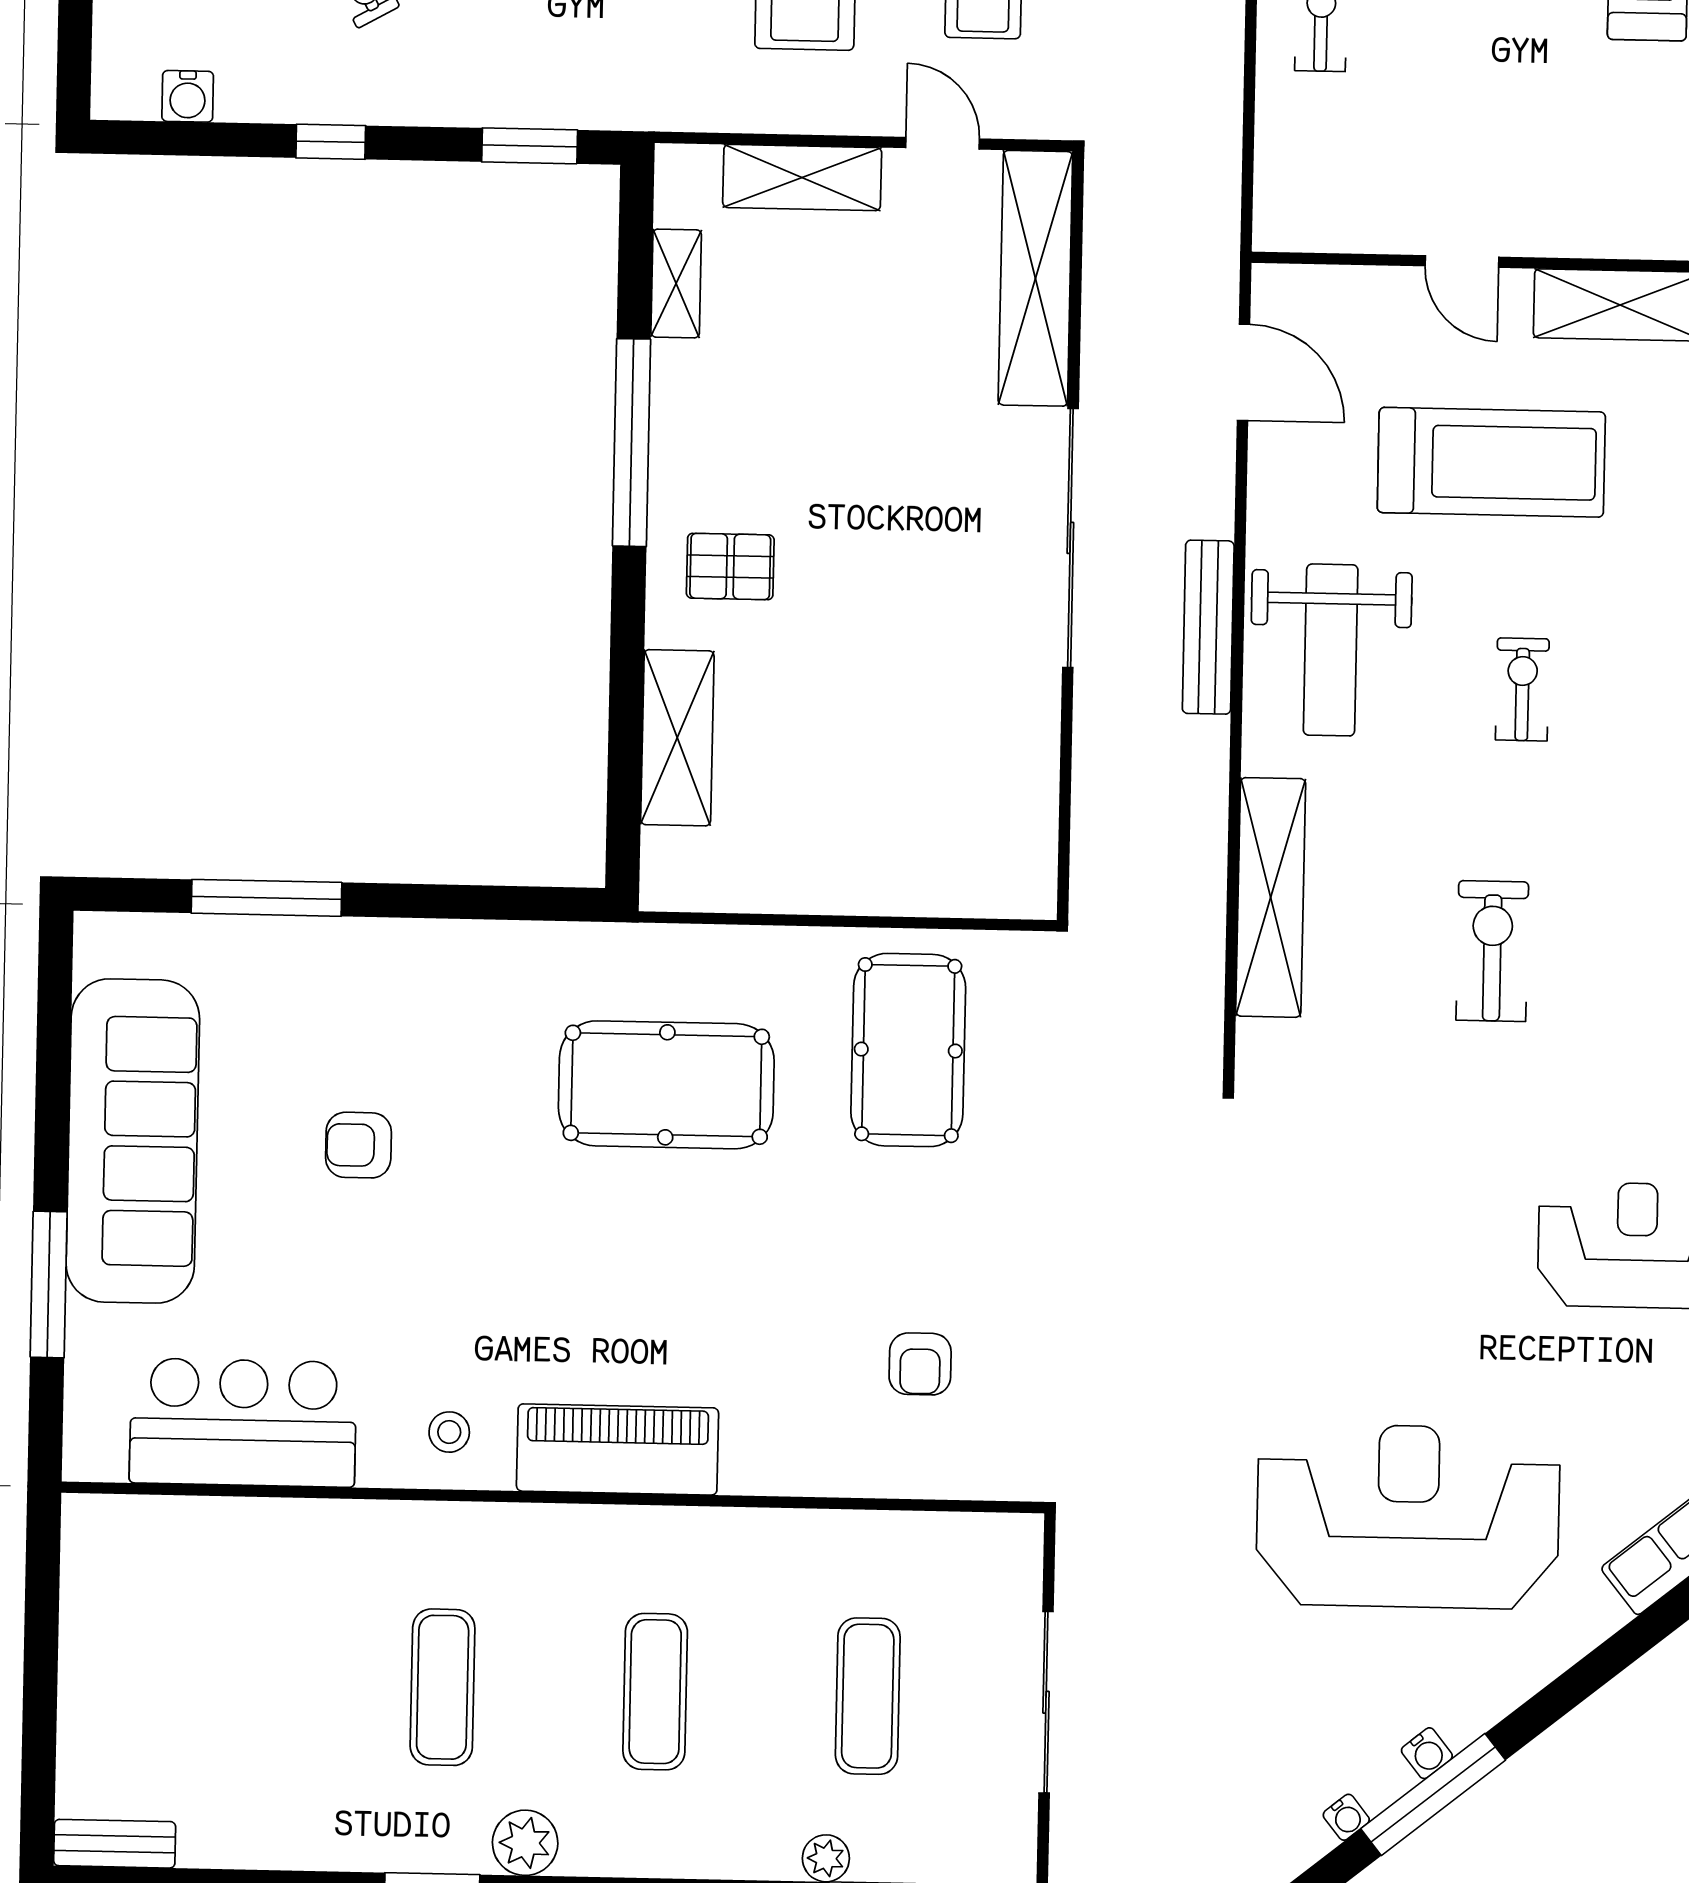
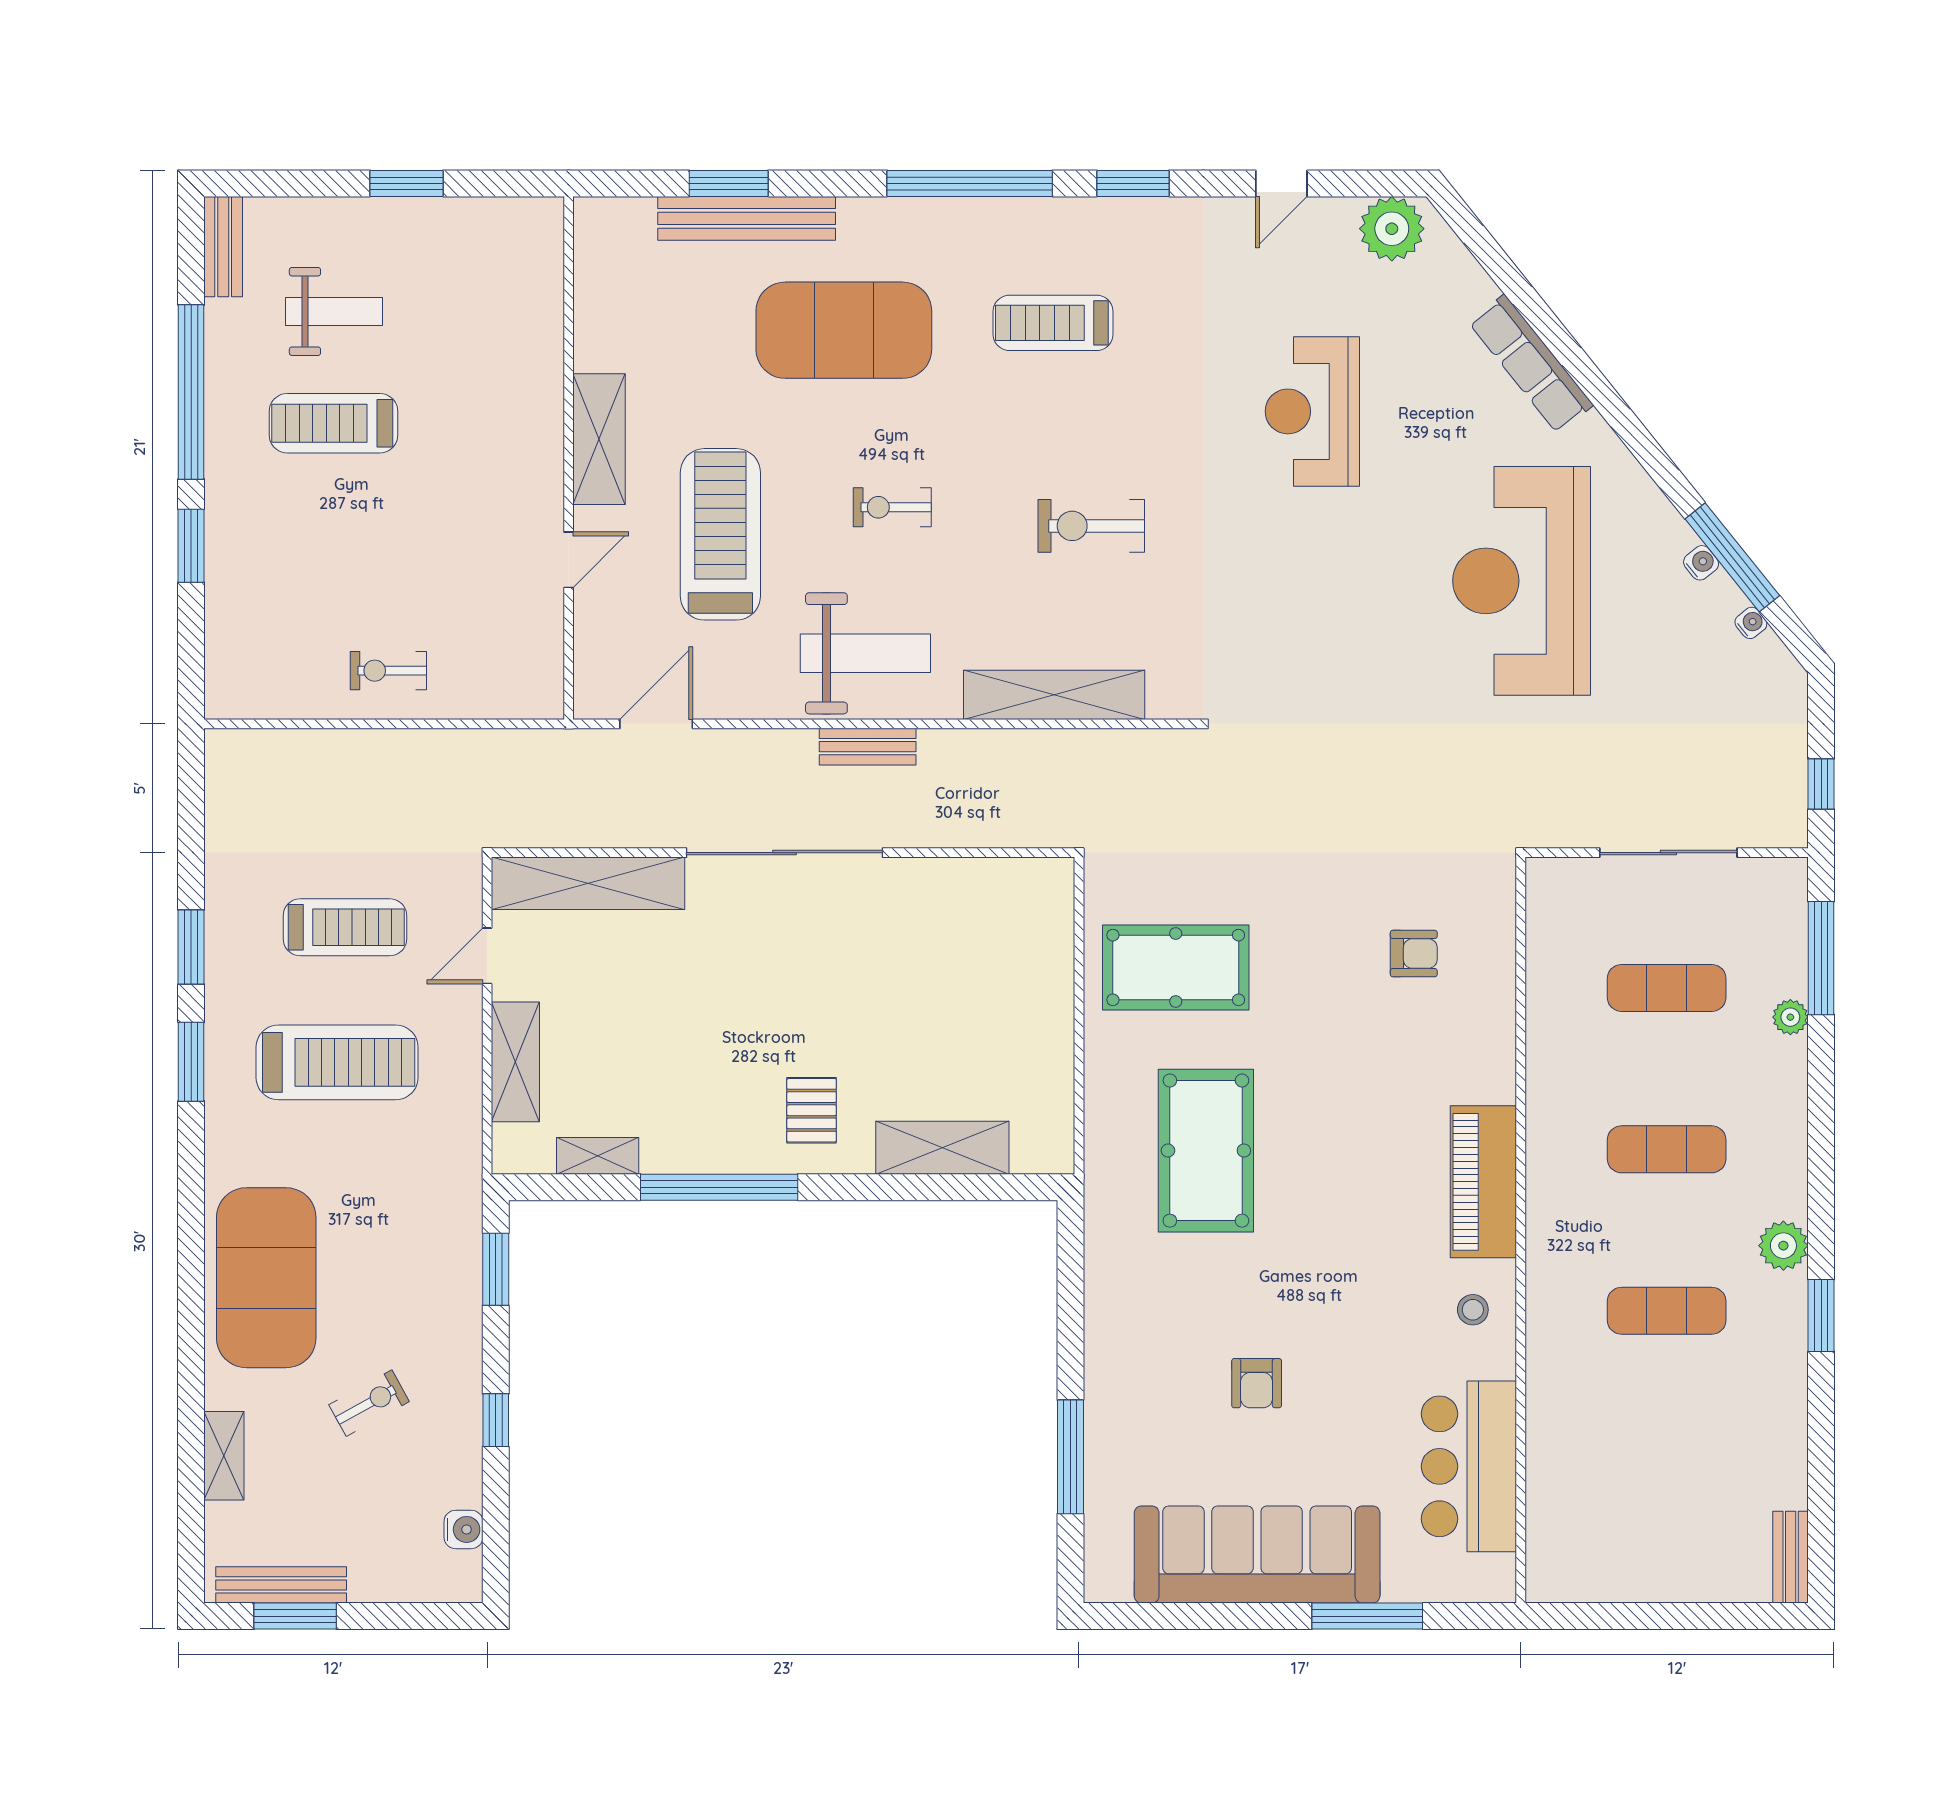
bench: (1208, 627) -> (868, 747), width x0.73

